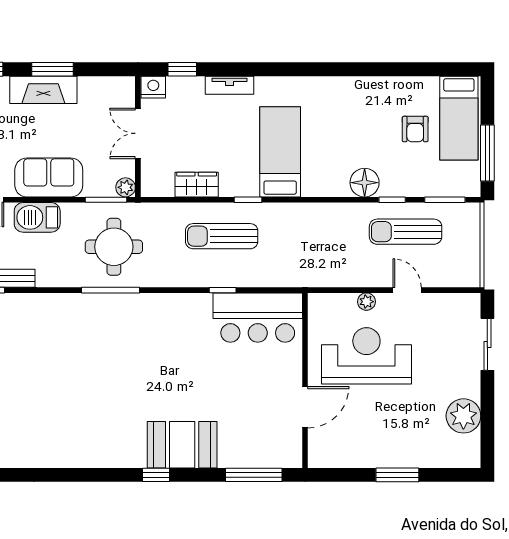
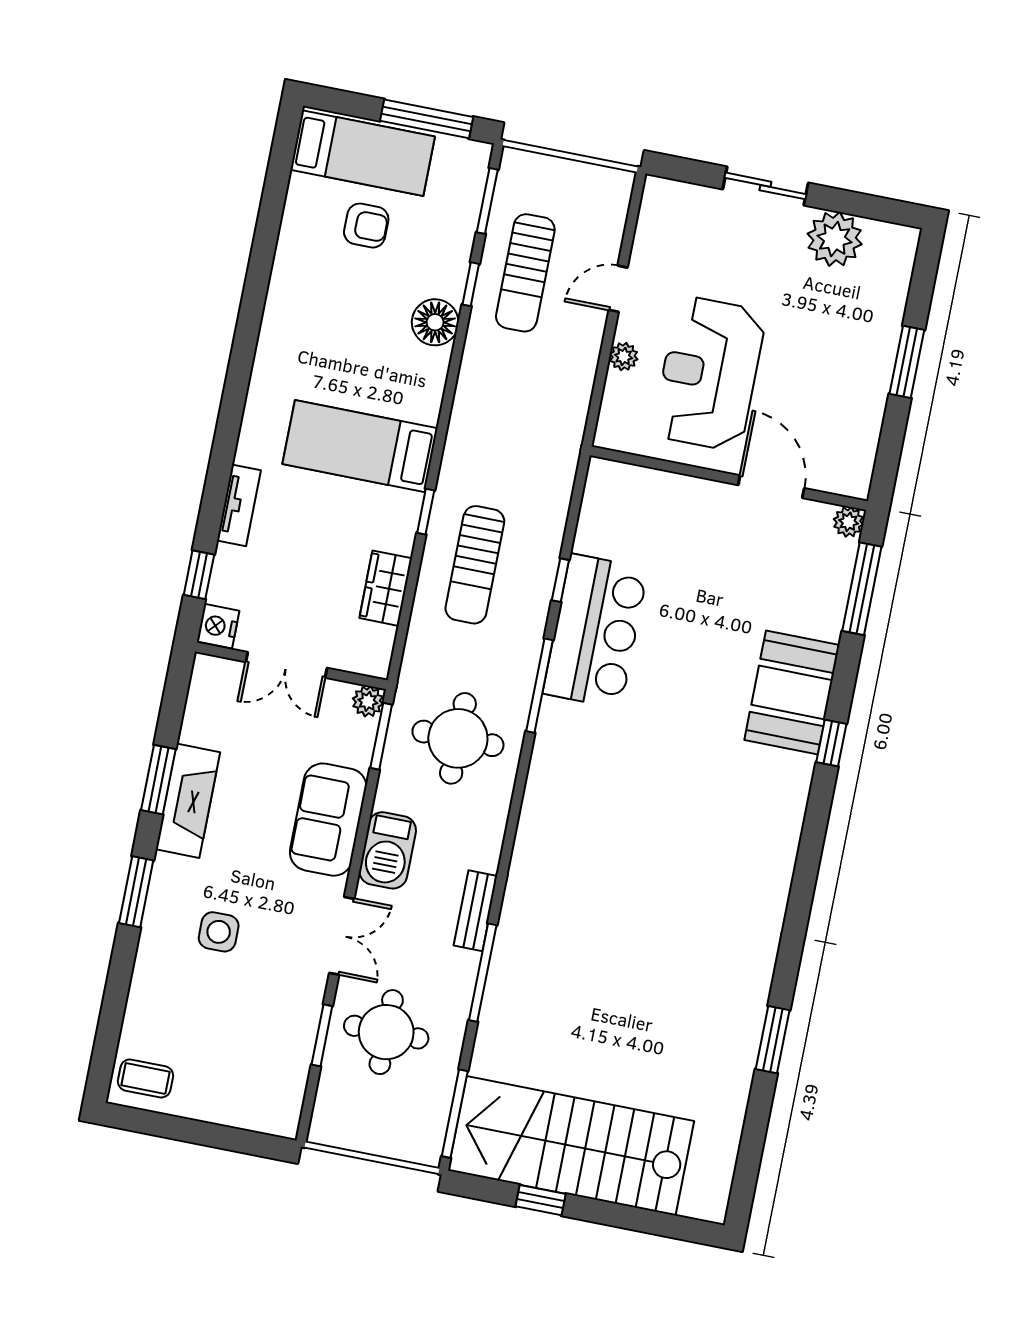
window: (110, 290) -> (540, 686), moved
bar counter: (258, 318) -> (595, 631), moved
sliding door: (487, 344) -> (765, 186), moved
plant: (293, 459) -> (849, 522), added

